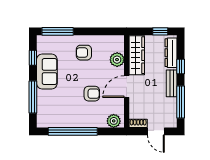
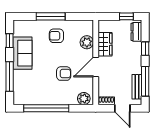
window: (58, 31) -> (51, 16), moved
dresser: (171, 53) -> (136, 32), width x0.70
wardrobe: (137, 55) -> (105, 44), width x0.67
bench: (172, 83) -> (137, 87), moved

